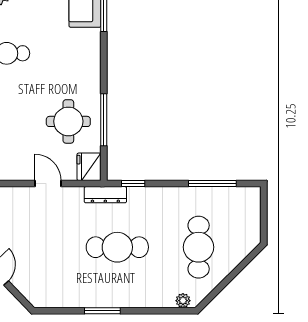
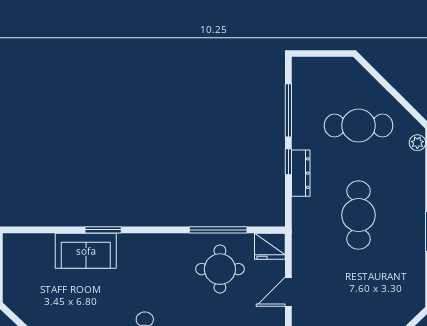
window: (133, 184) -> (288, 162), moved
dresser: (105, 195) -> (301, 173), moved

